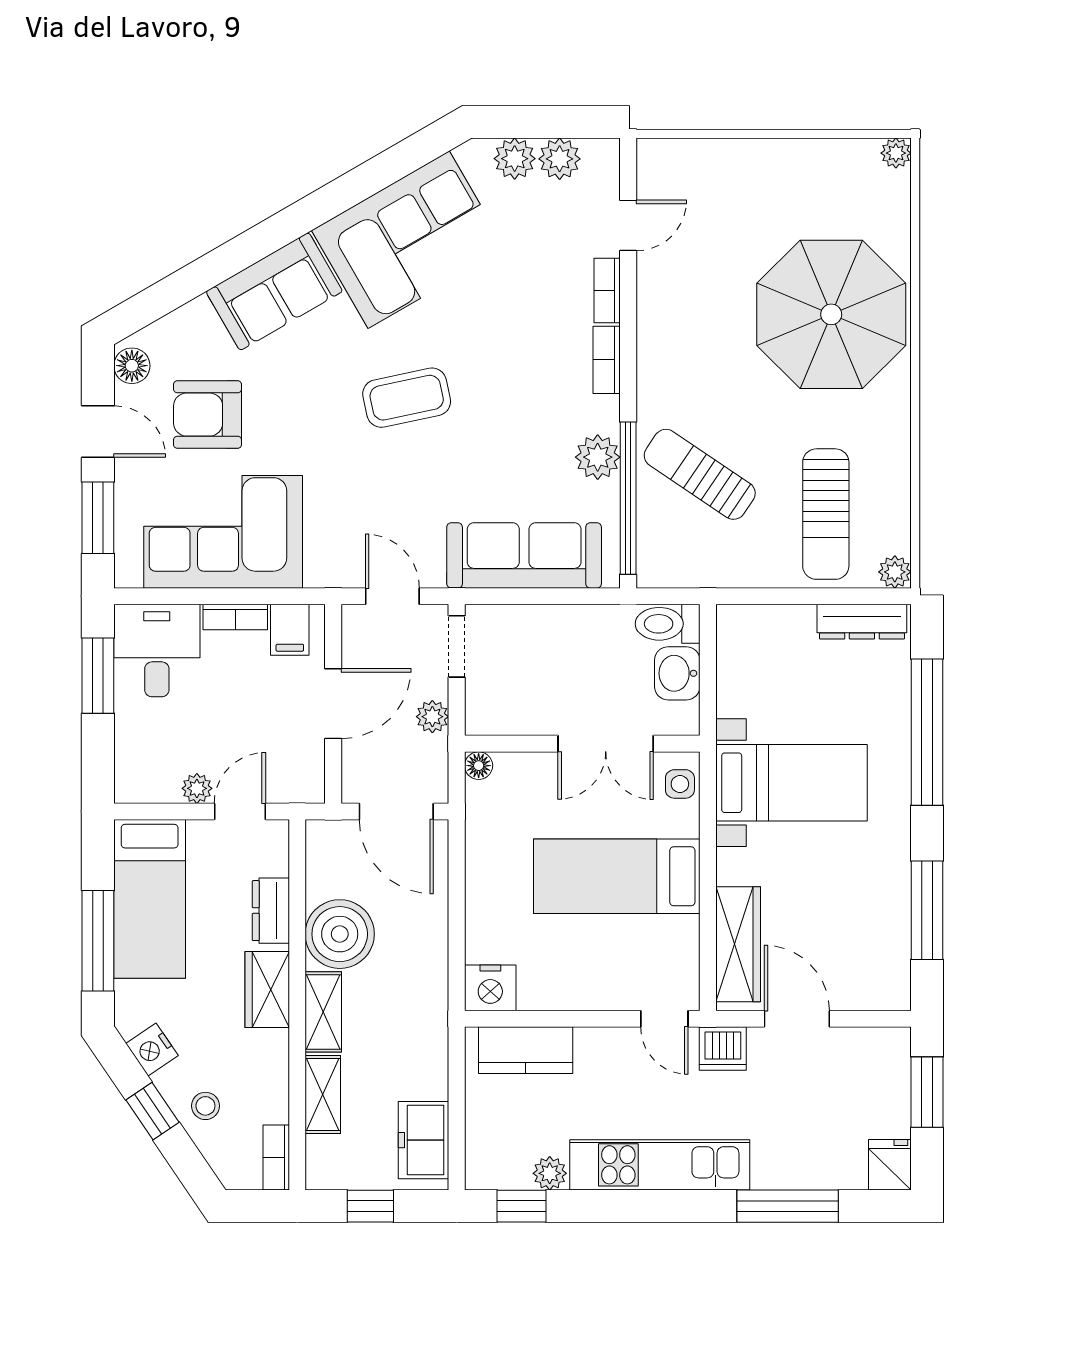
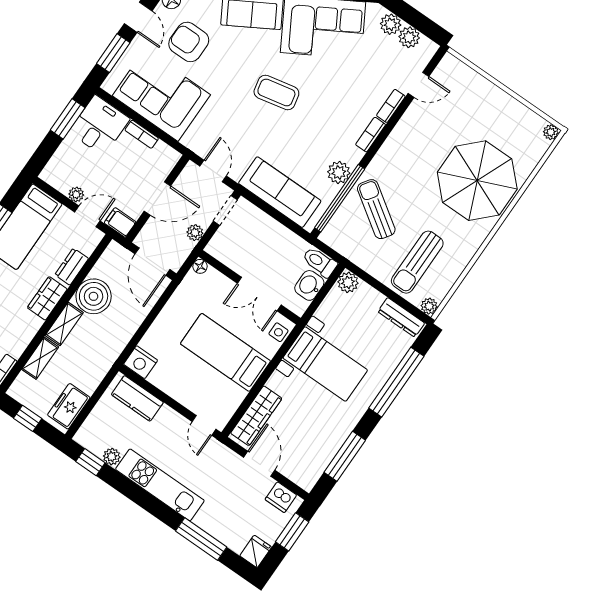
plant: (736, 625) -> (348, 282), added
filing cabinet: (290, 630) -> (120, 222), moved, turned 90
dishwasher: (723, 1049) -> (281, 497), moved

